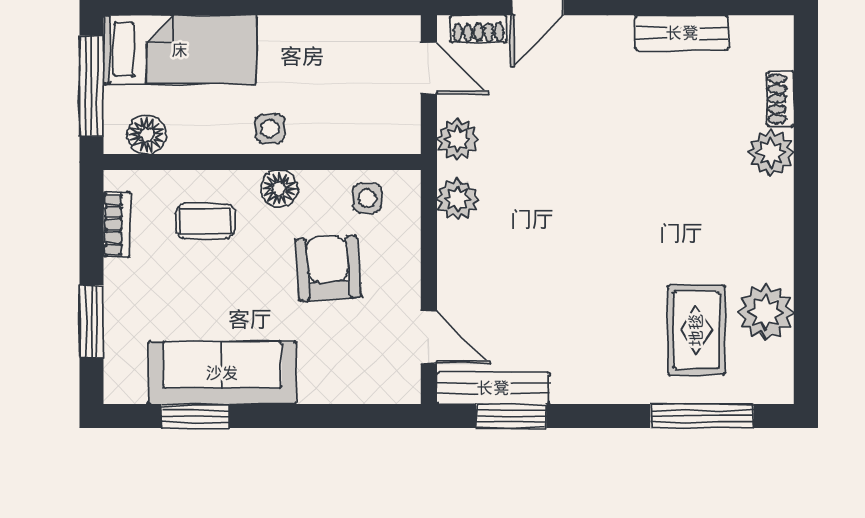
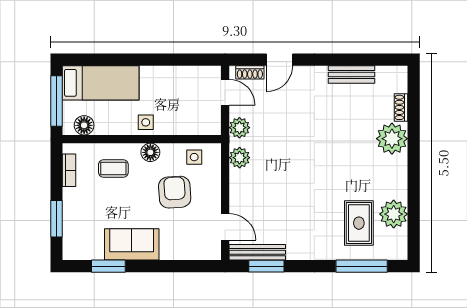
plant: (771, 153) -> (392, 139), width x1.36, depth x1.36
sofa: (222, 373) -> (132, 244), width x0.73

